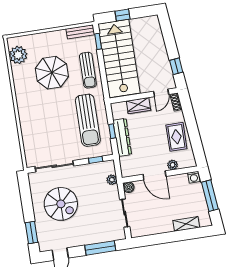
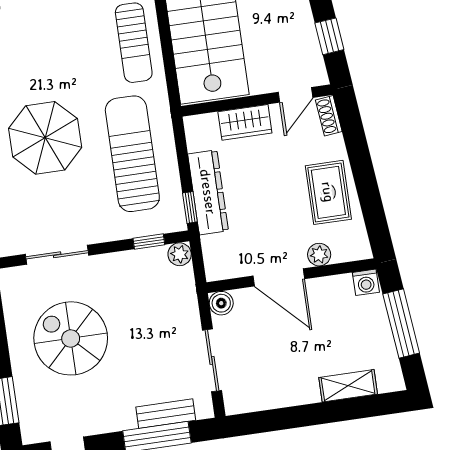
parasol: (52, 73) -> (45, 138), moved
sun lounger: (88, 120) -> (132, 154), turned 180
window: (112, 131) -> (190, 207), moved
sliding door: (54, 166) -> (57, 255), width x0.73
plant: (112, 180) -> (180, 254), moved
spiral stairs: (61, 204) -> (71, 338), turned 180
bench: (104, 237) -> (166, 414), added

